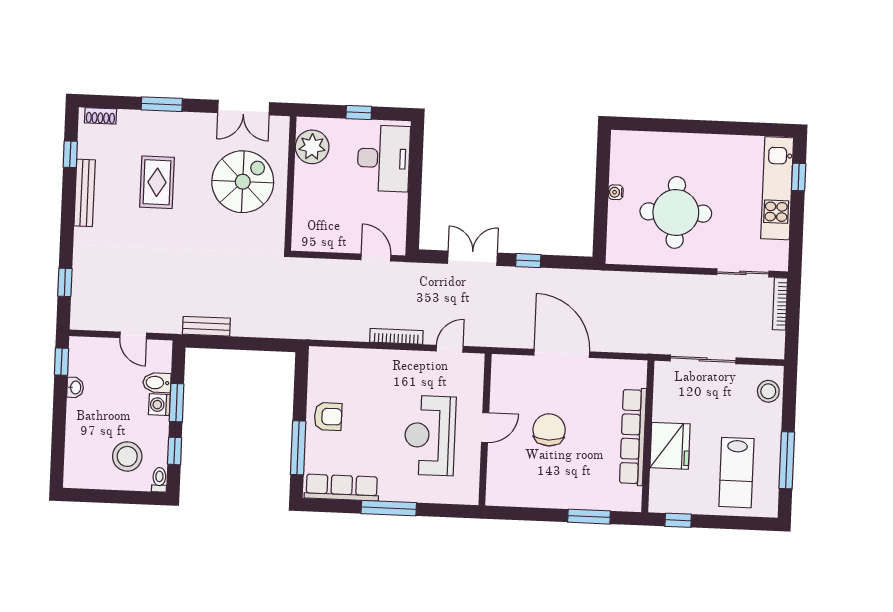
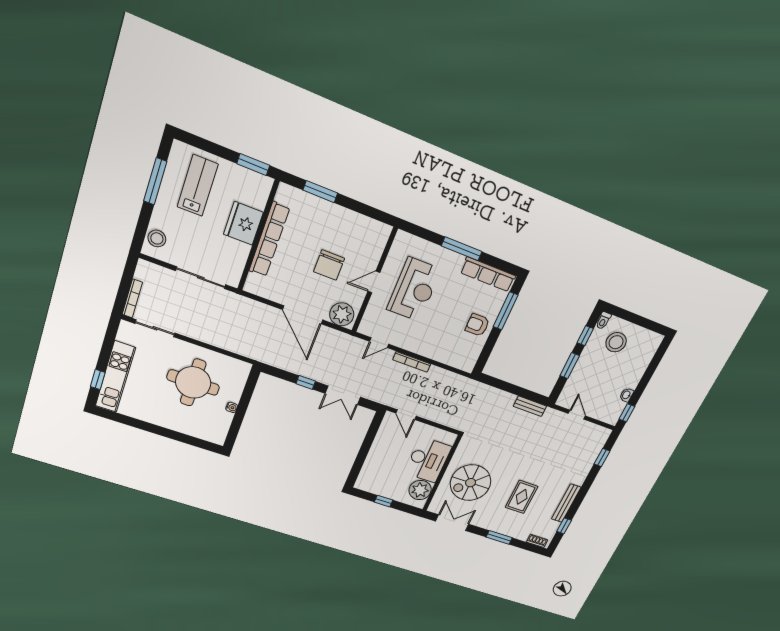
desk: (384, 158) -> (428, 460), moved, turned 180
plant: (512, 371) -> (342, 314), added
bidet: (157, 383) -> (576, 382), removed
washing machine: (159, 405) -> (581, 368), removed
window: (678, 520) -> (253, 165), width x1.50

